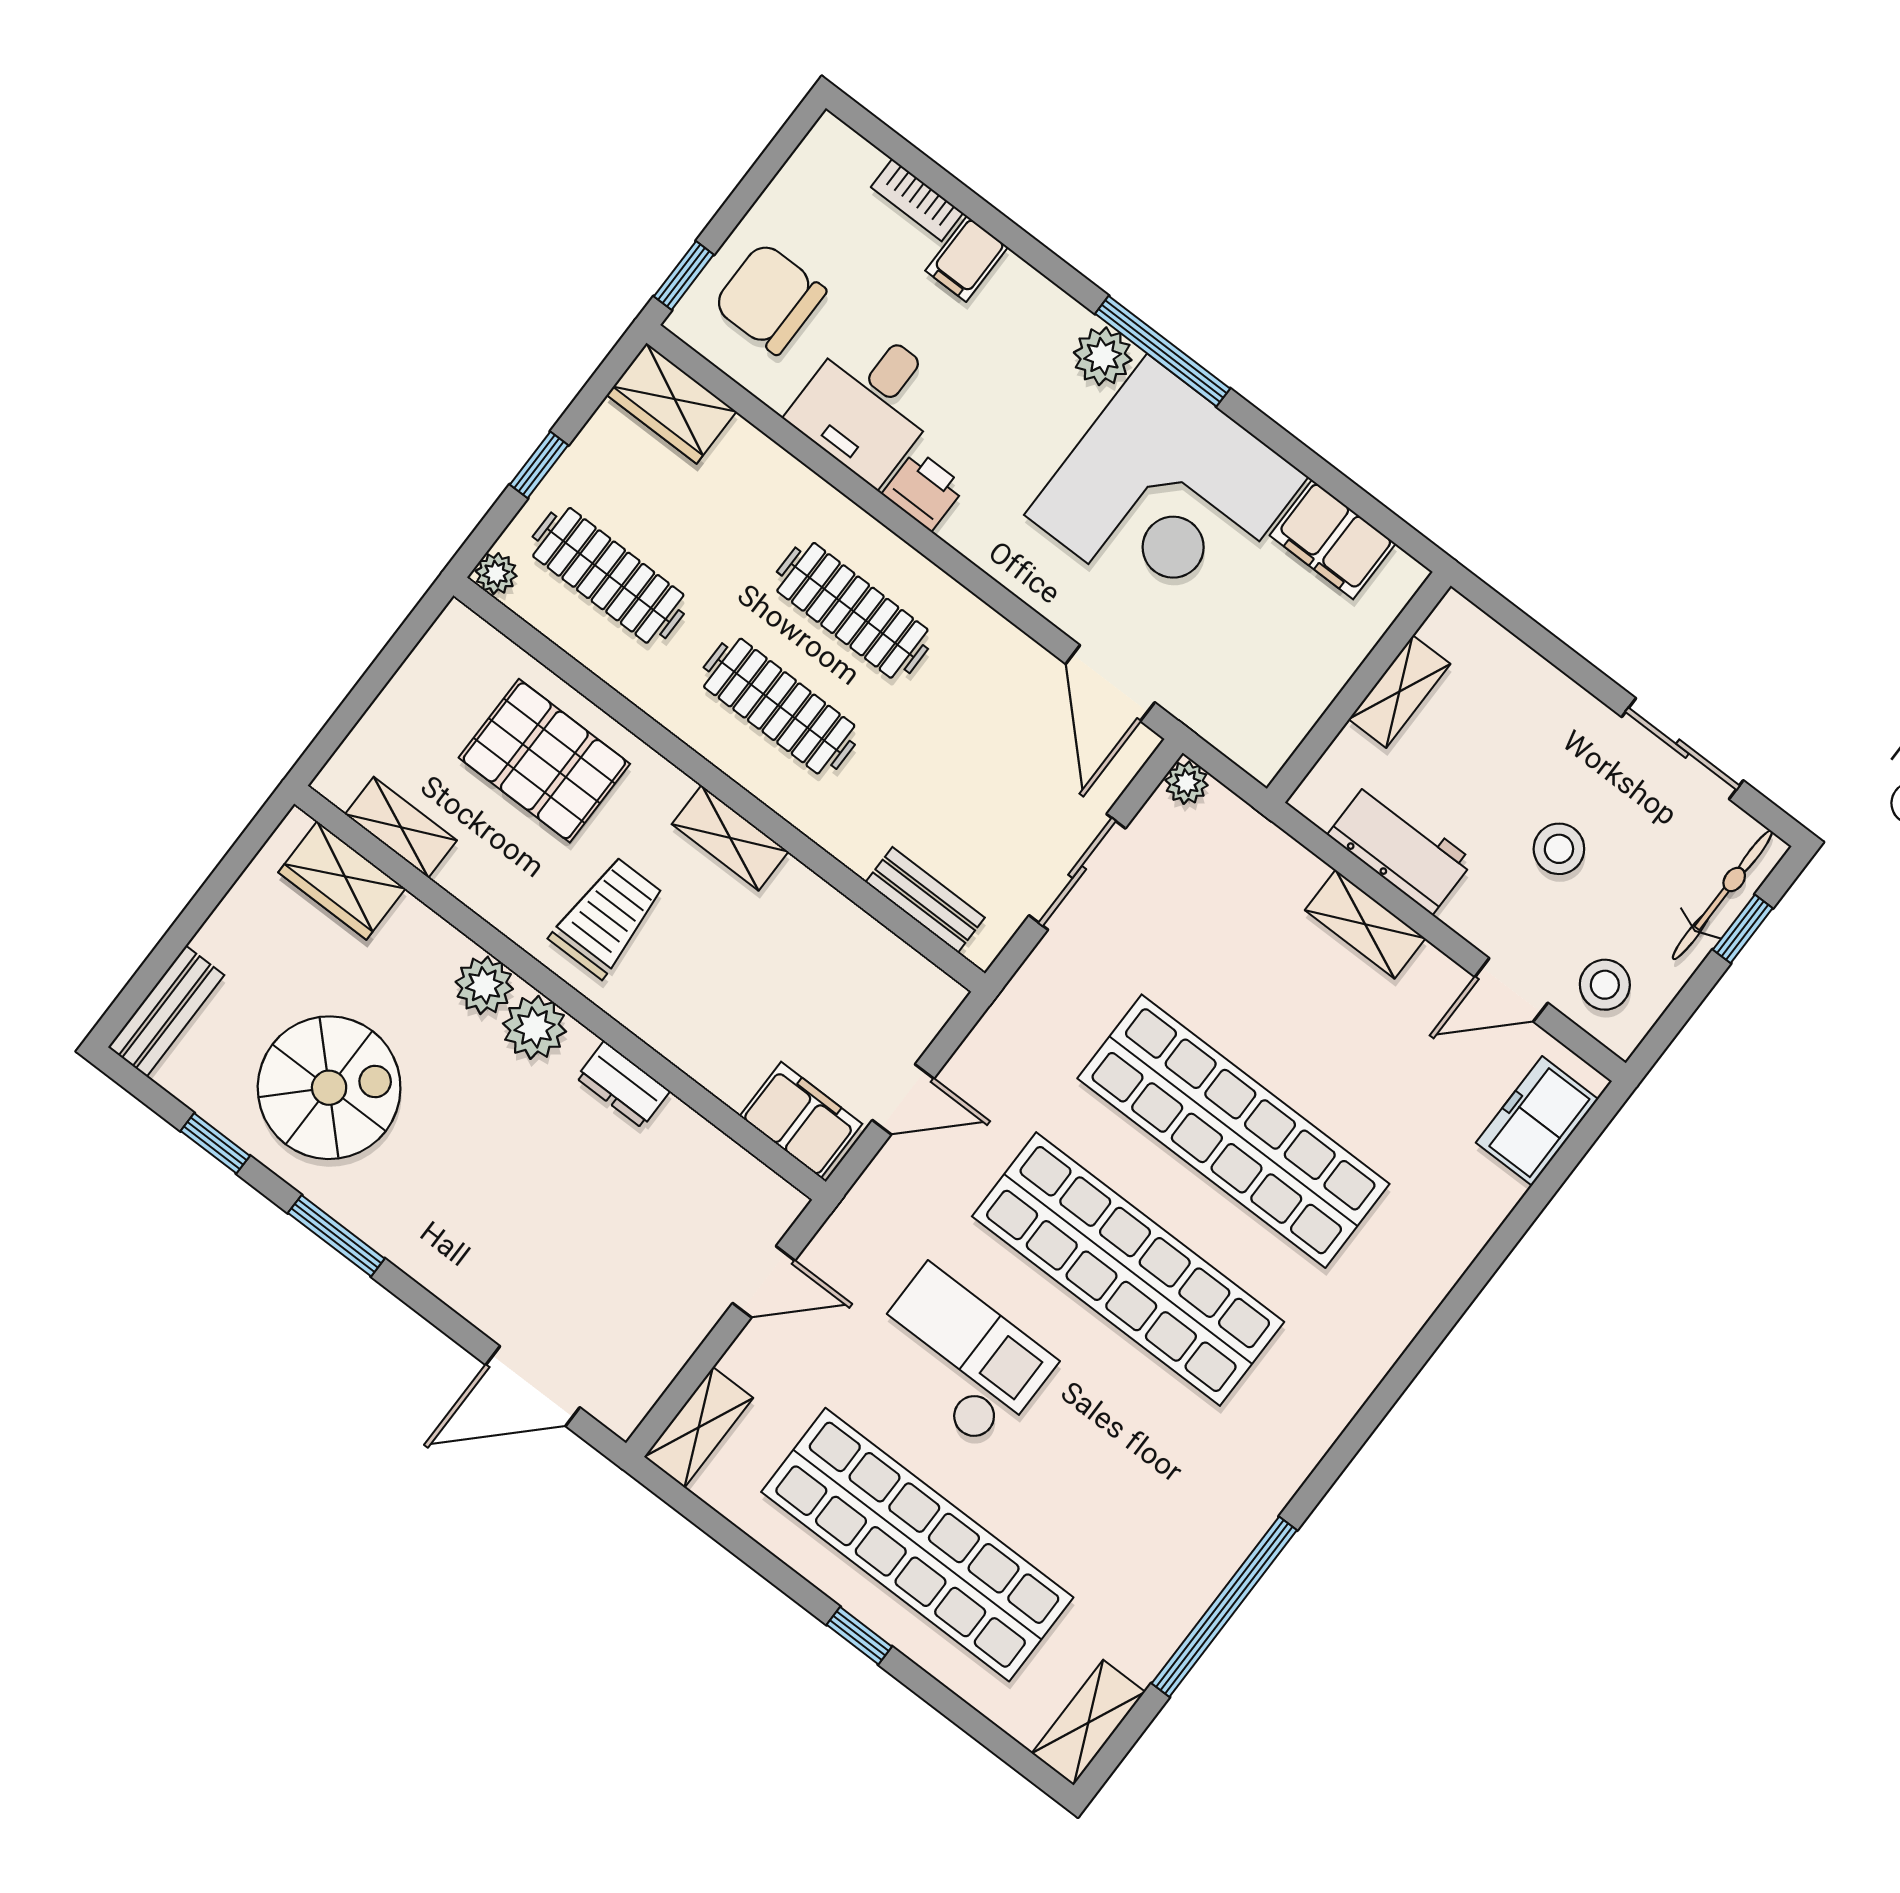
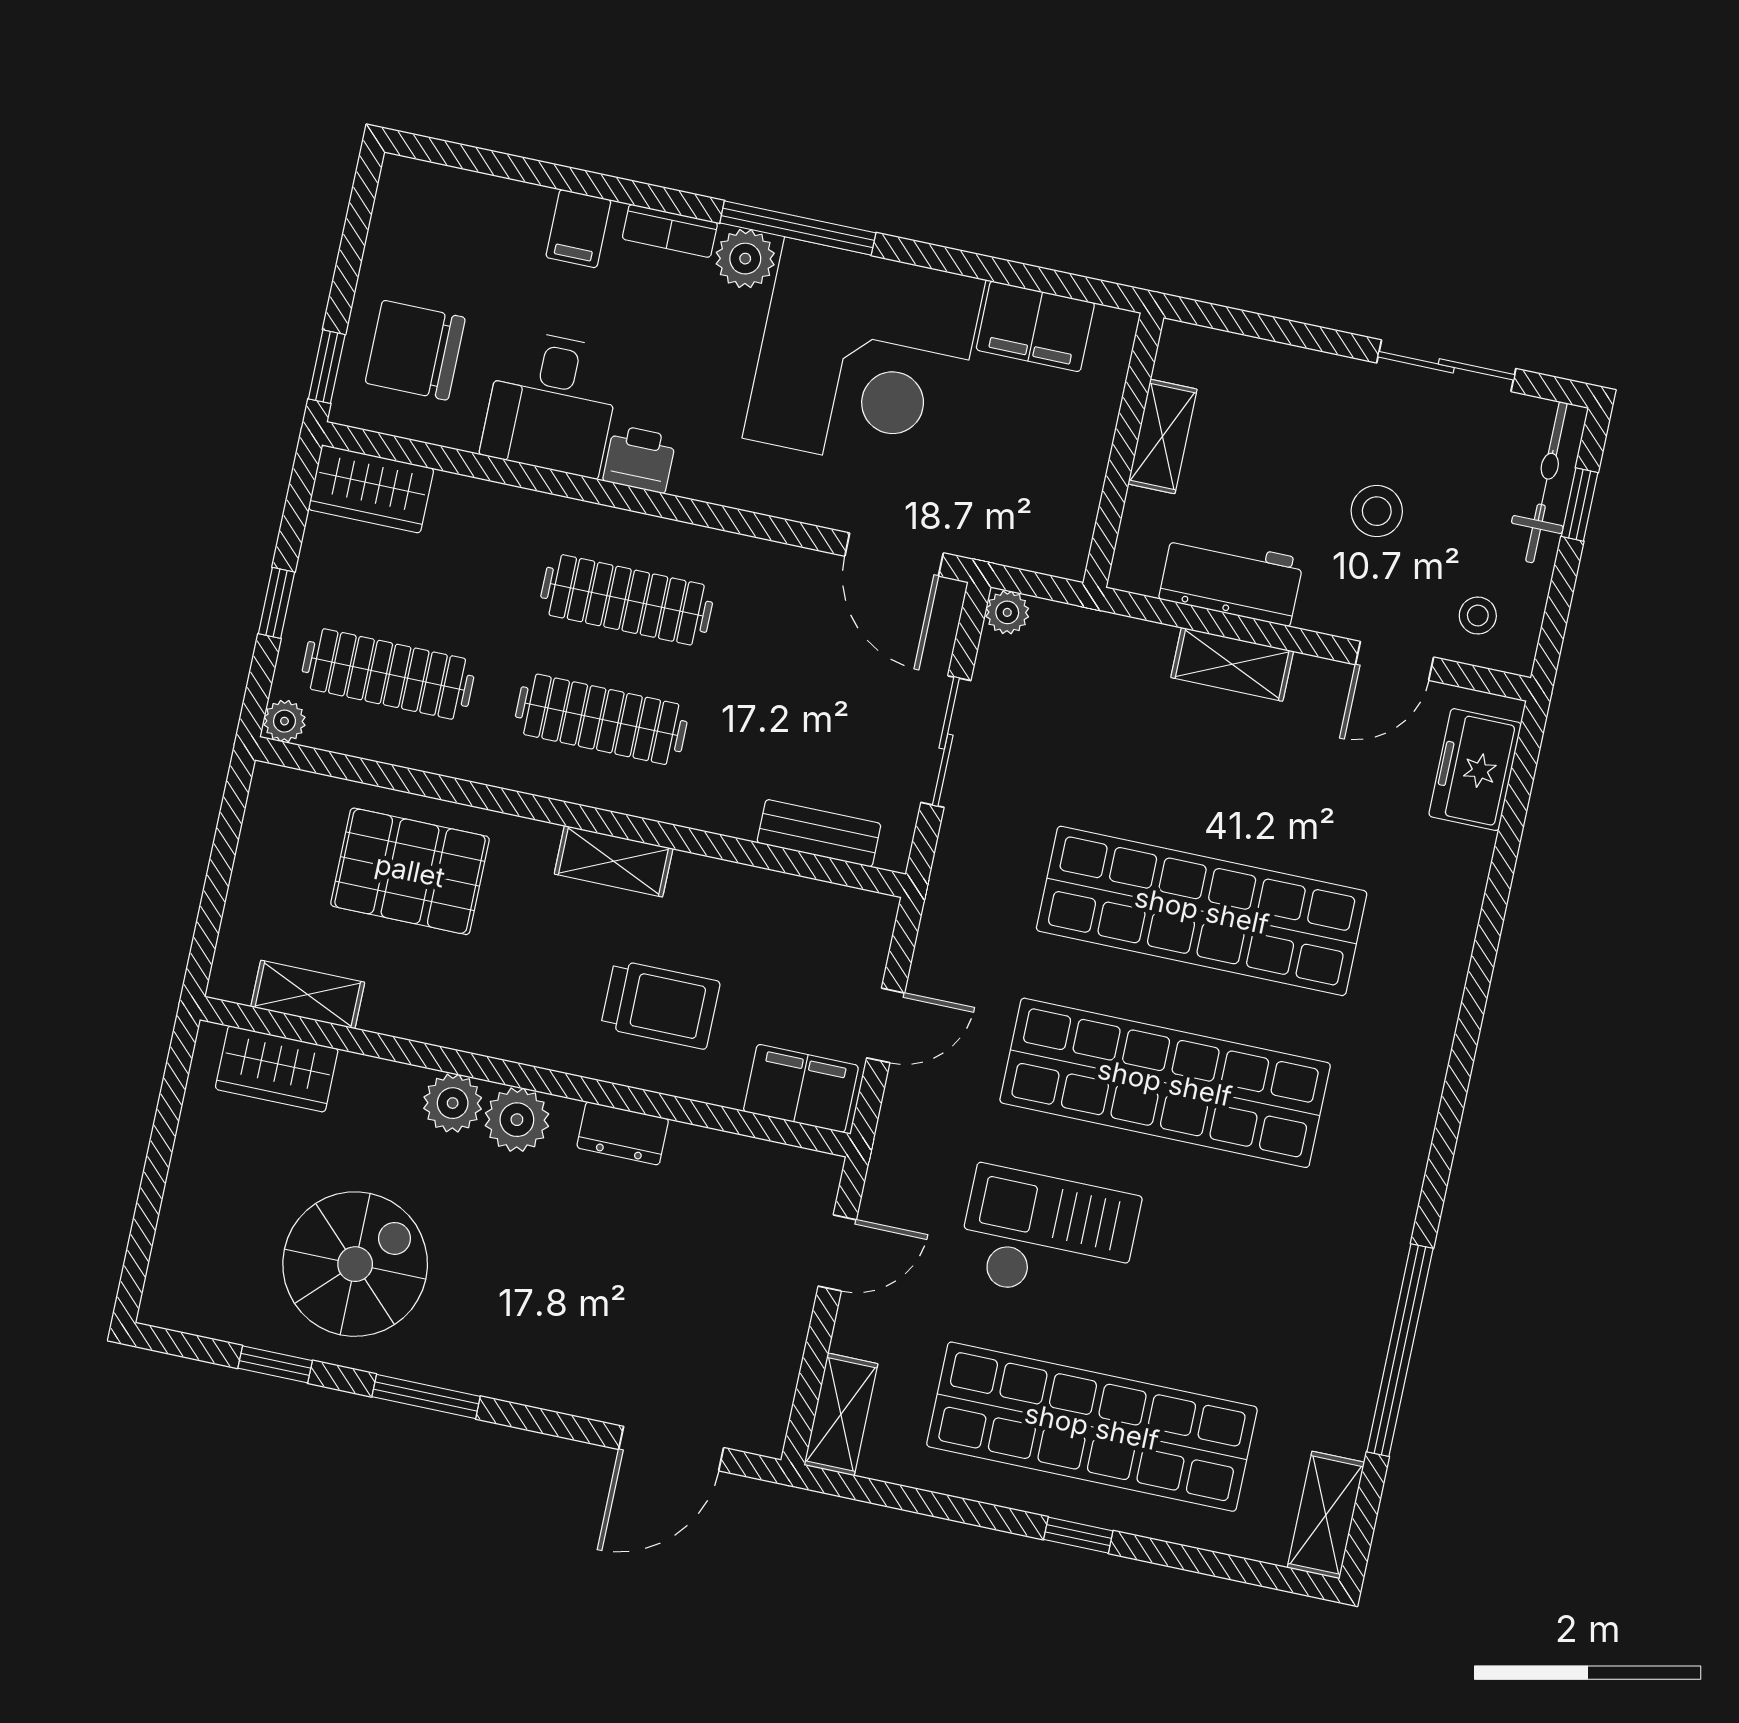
bookcase: (917, 200) -> (670, 231), moved
trolley: (607, 917) -> (660, 1005), moved, turned 90
stool: (1605, 985) -> (1478, 616), width x0.73, depth x0.73
bench: (166, 1011) -> (173, 1265), removed

